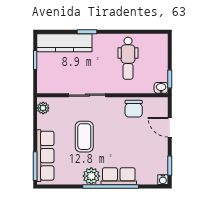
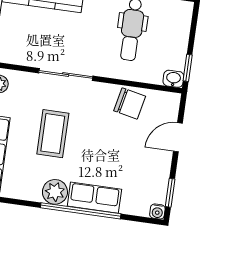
chair: (134, 109) -> (130, 103), turned -78
door: (170, 127) -> (178, 137), hinge flipped

